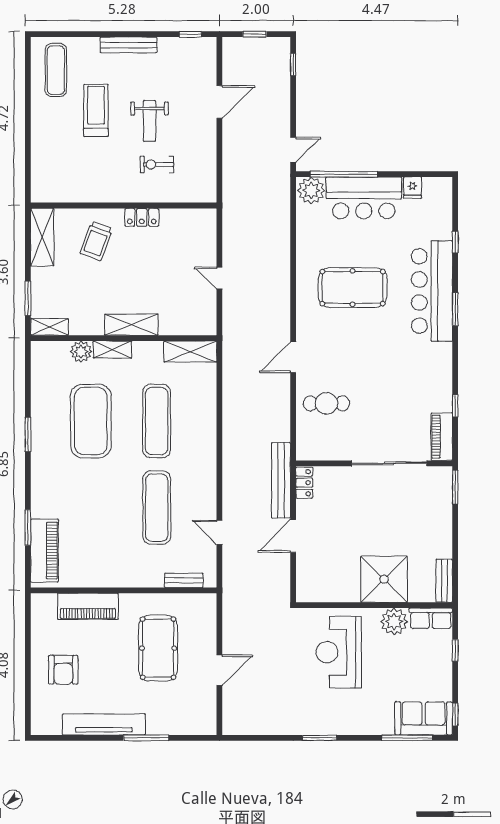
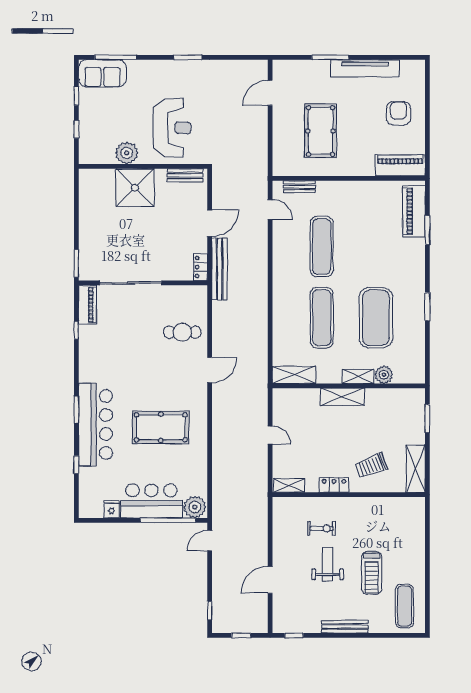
trolley: (96, 241) -> (371, 466), turned -131
shelving: (49, 327) -> (289, 486), moved
door: (219, 532) -> (270, 209), moved
bench: (444, 581) -> (185, 175), moved, turned 90
piano: (88, 606) -> (400, 165), moved
row of seats: (431, 618) -> (96, 156), removed
door: (219, 670) -> (270, 93), moved
window: (455, 714) -> (76, 96), moved

